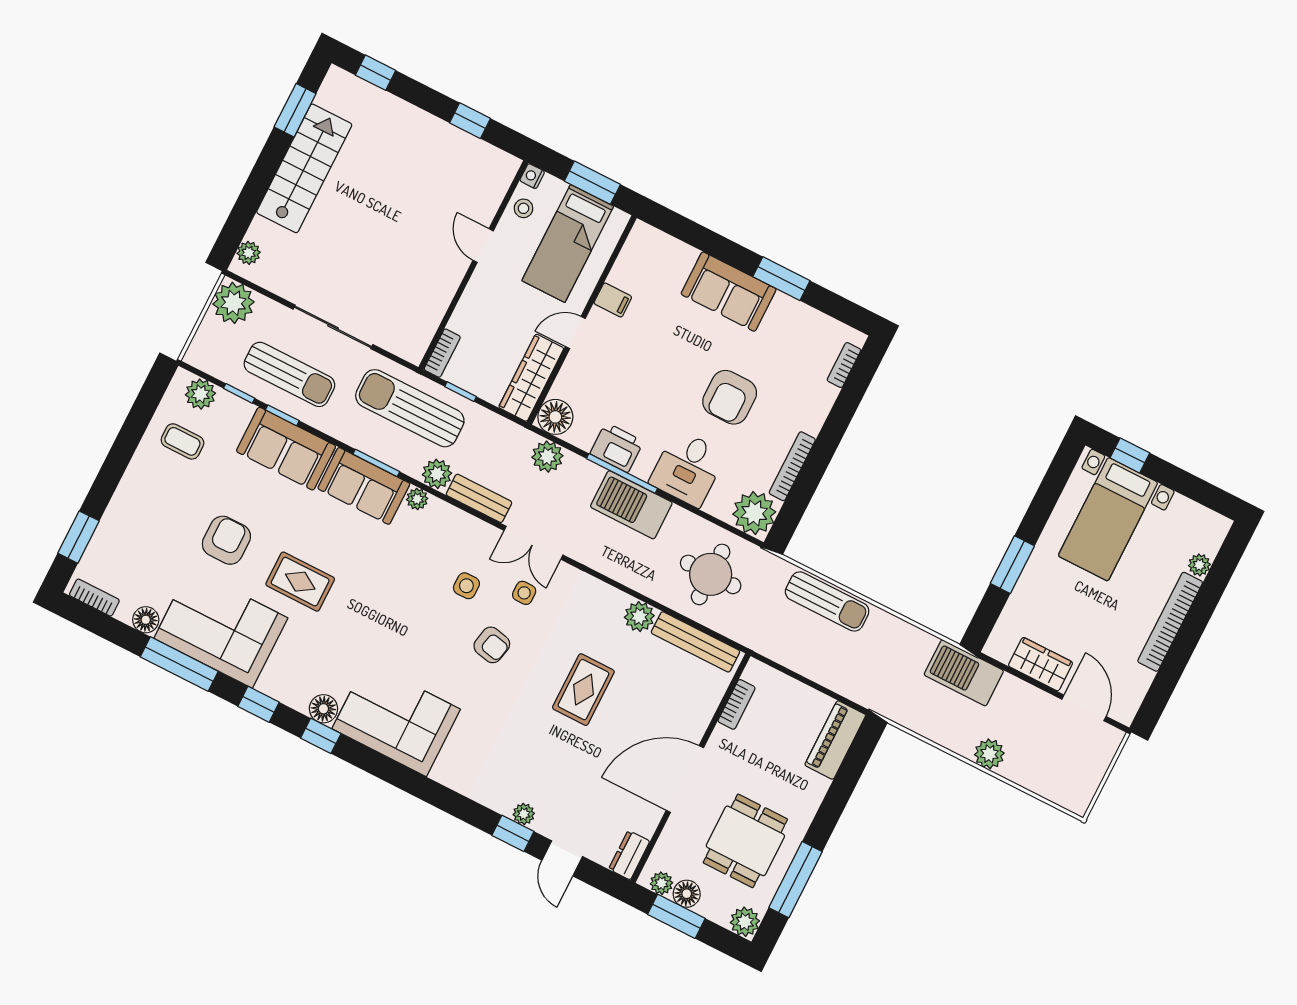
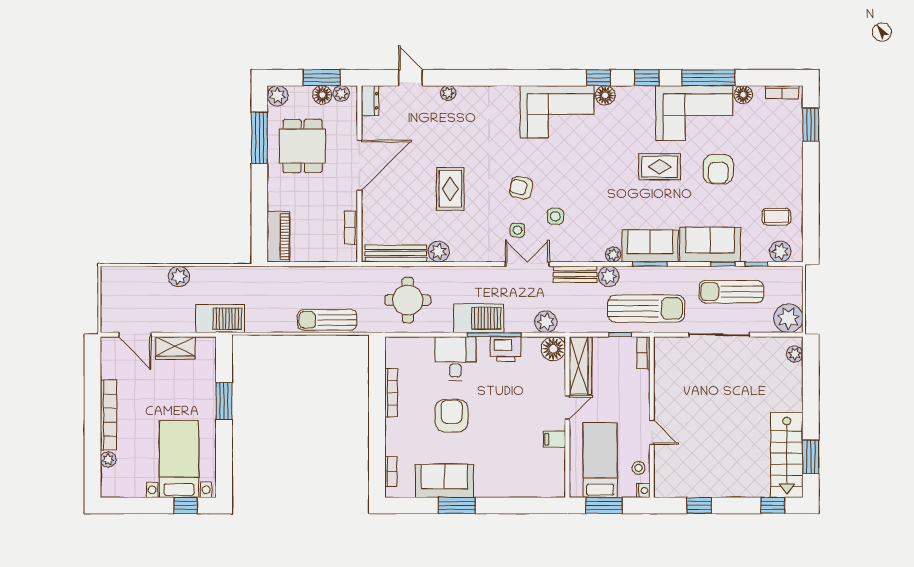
stairs: (304, 168) -> (787, 455), moved
sofa: (729, 292) -> (444, 481), moved
plant: (754, 513) -> (400, 352), removed
window: (513, 833) -> (449, 78), removed

